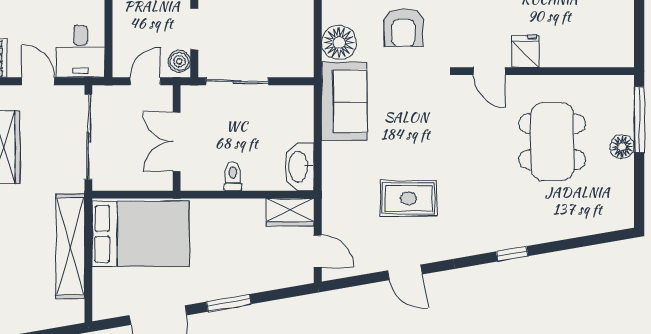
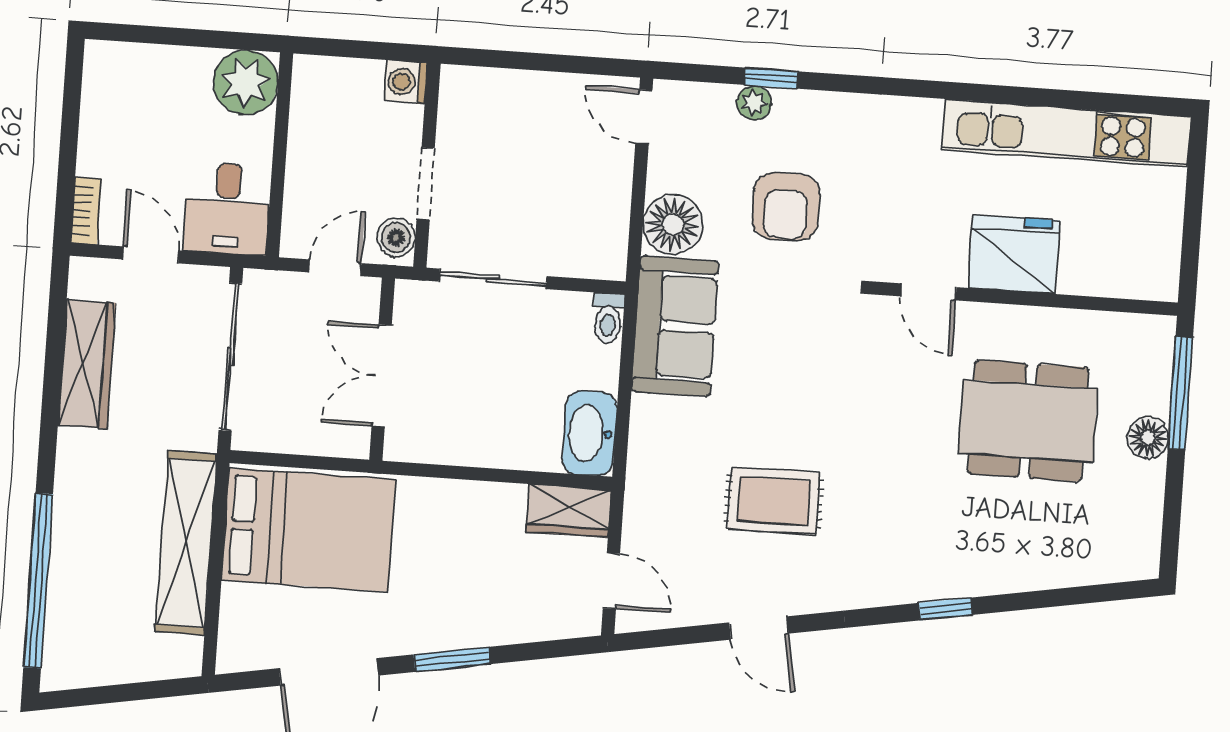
fridge: (526, 51) -> (1014, 254), width x1.88, depth x1.34
dining table: (552, 142) -> (1028, 421), turned 90
toilet: (233, 177) -> (608, 318), moved, turned 180

